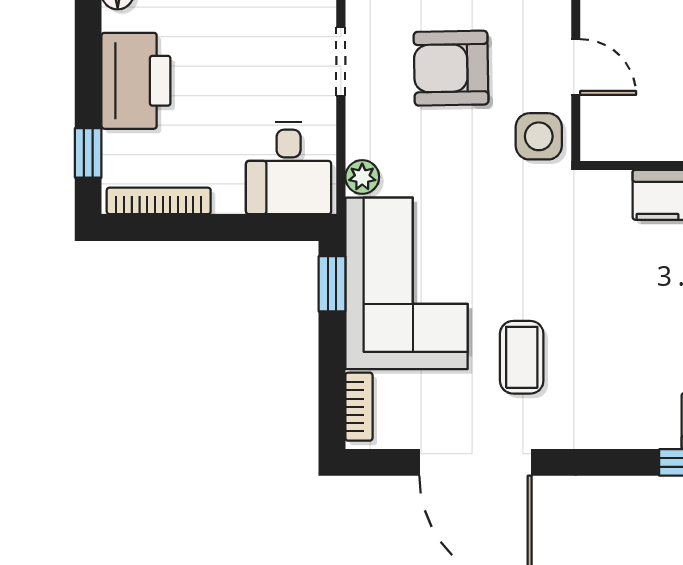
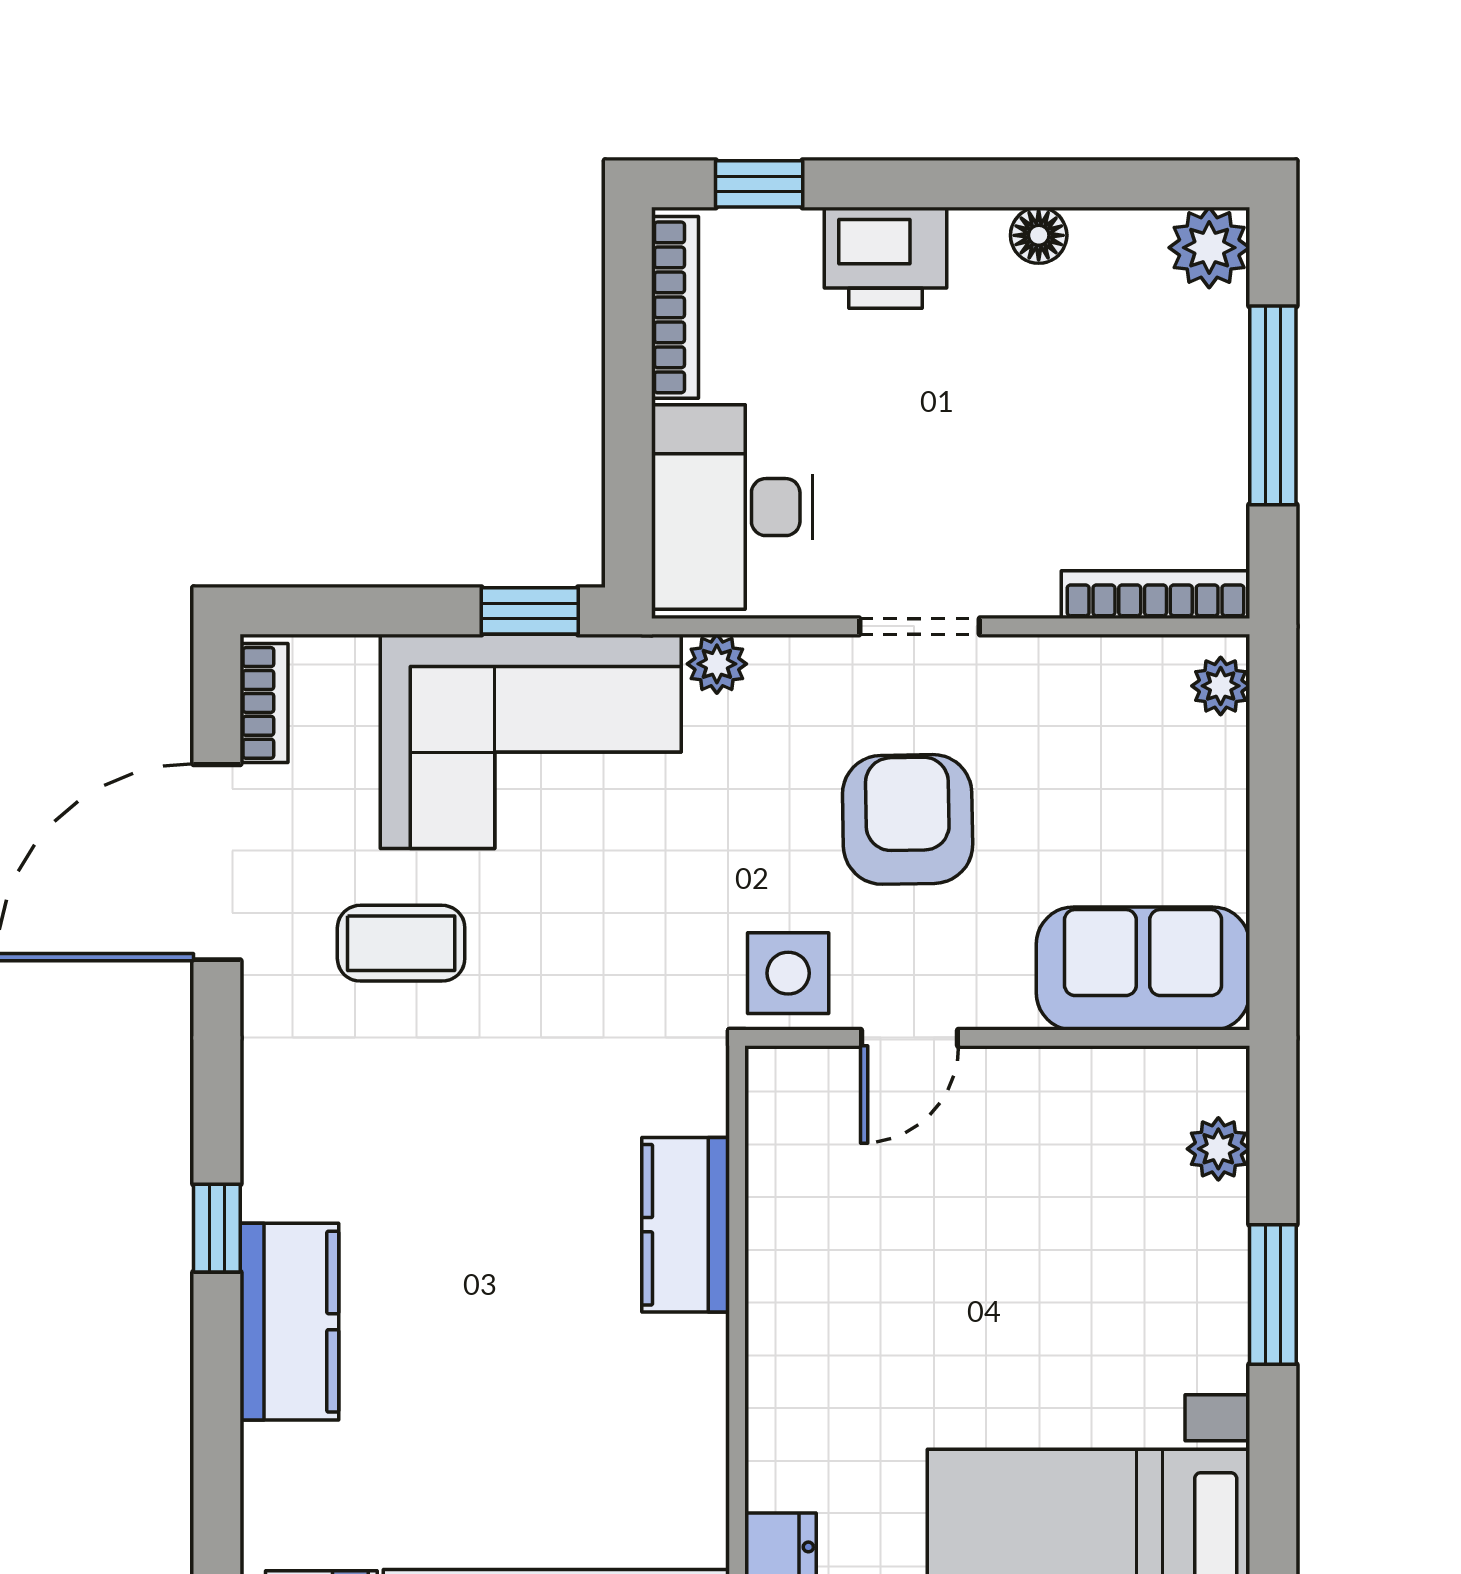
printer: (136, 81) -> (886, 258), width x0.73, depth x0.84
desk: (289, 168) -> (732, 507), width x1.37
bookcase: (359, 407) -> (264, 703), moved, turned -90

